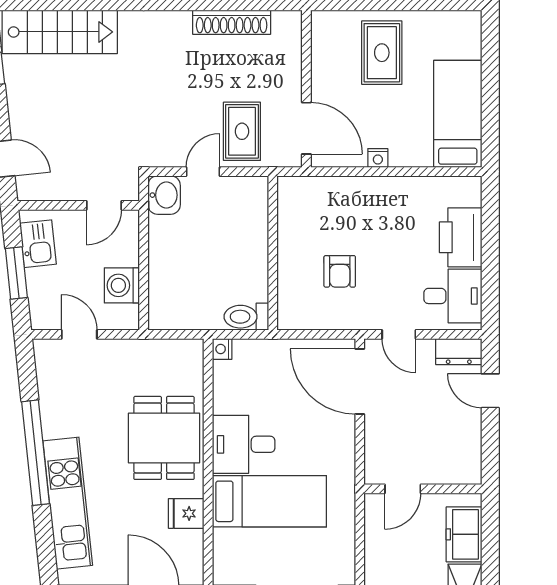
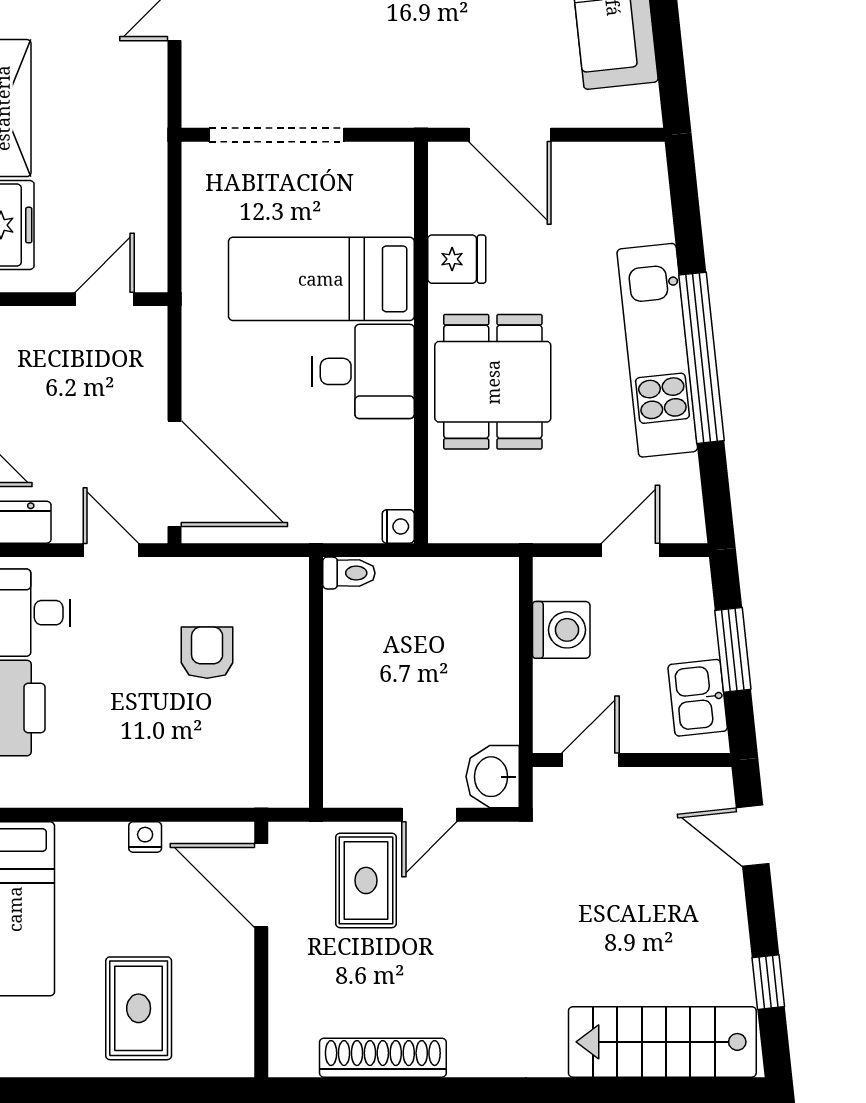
toilet: (246, 317) -> (349, 573), width x0.73, depth x0.72
door: (79, 334) -> (630, 550), swing flipped
kitchen unit: (68, 503) -> (657, 350), moved

